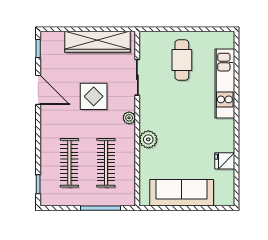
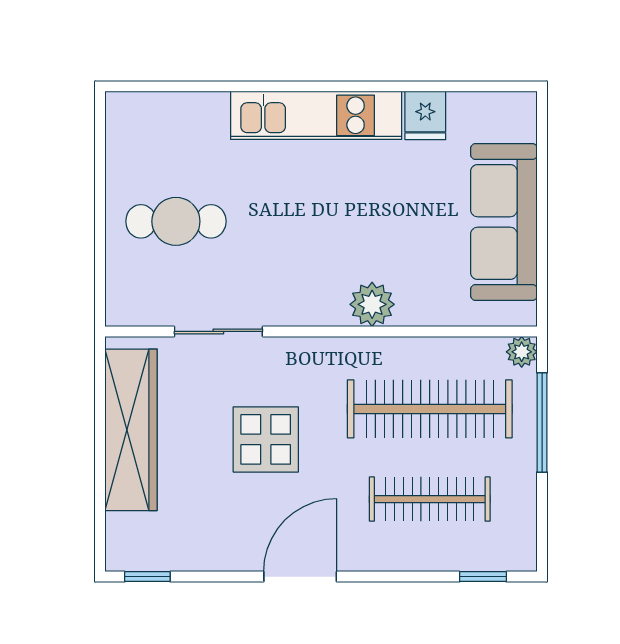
kitchen unit: (225, 84) -> (316, 115), moved
door: (38, 90) -> (300, 577), moved
plant: (129, 118) -> (522, 352), moved
clothes rail: (106, 163) -> (430, 409), width x1.37, depth x1.31

